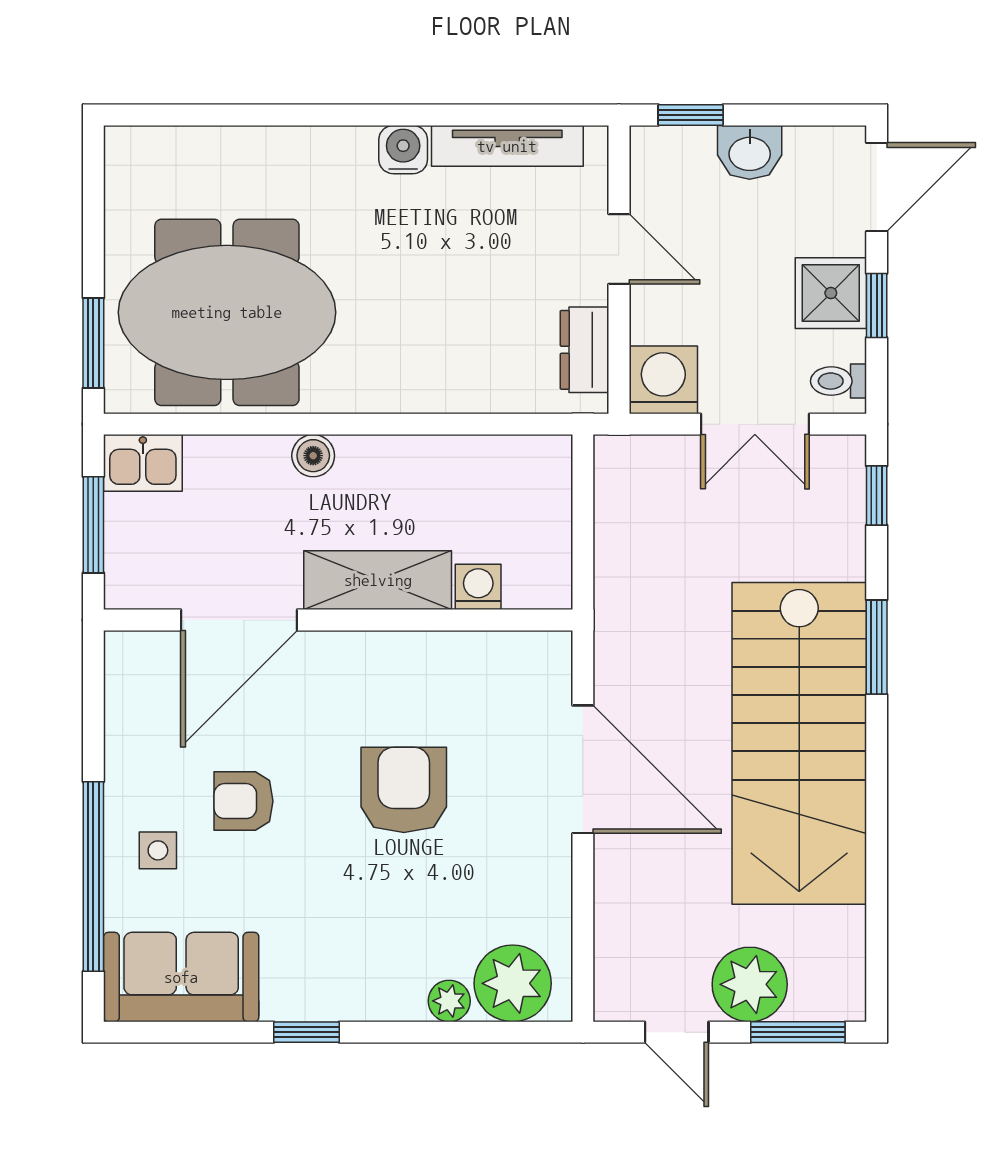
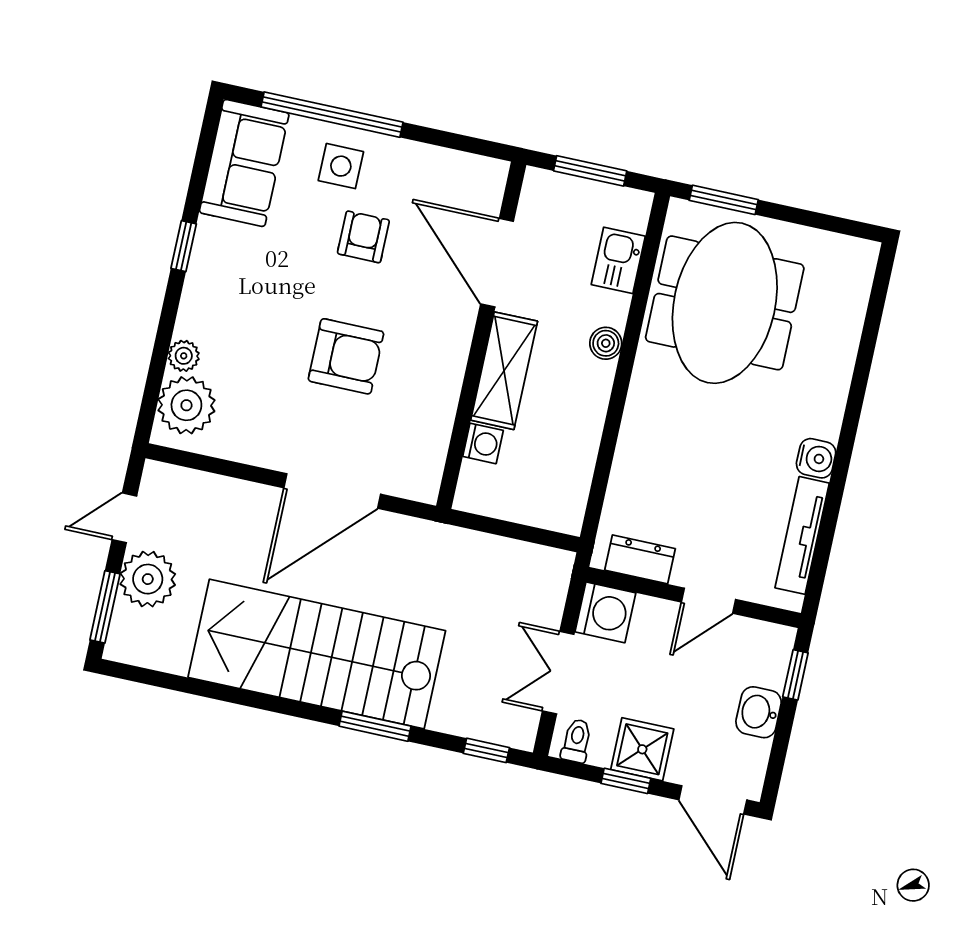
kitchen sink: (143, 463) -> (618, 260), moved
side table: (158, 850) -> (341, 166), width x1.37, depth x1.37

